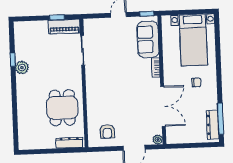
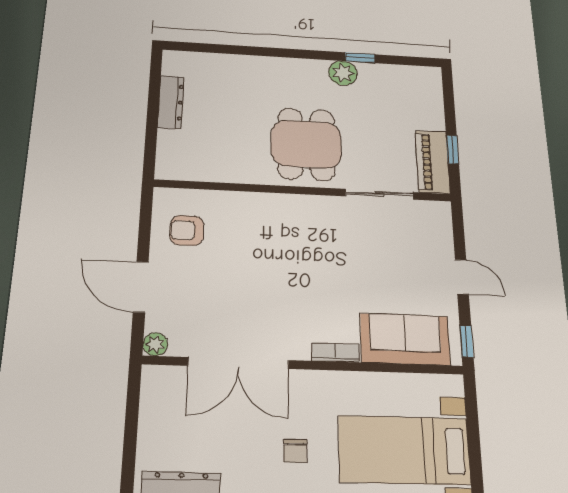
dining table: (62, 108) -> (306, 144), moved, turned 90
dresser: (69, 143) -> (171, 102), moved

